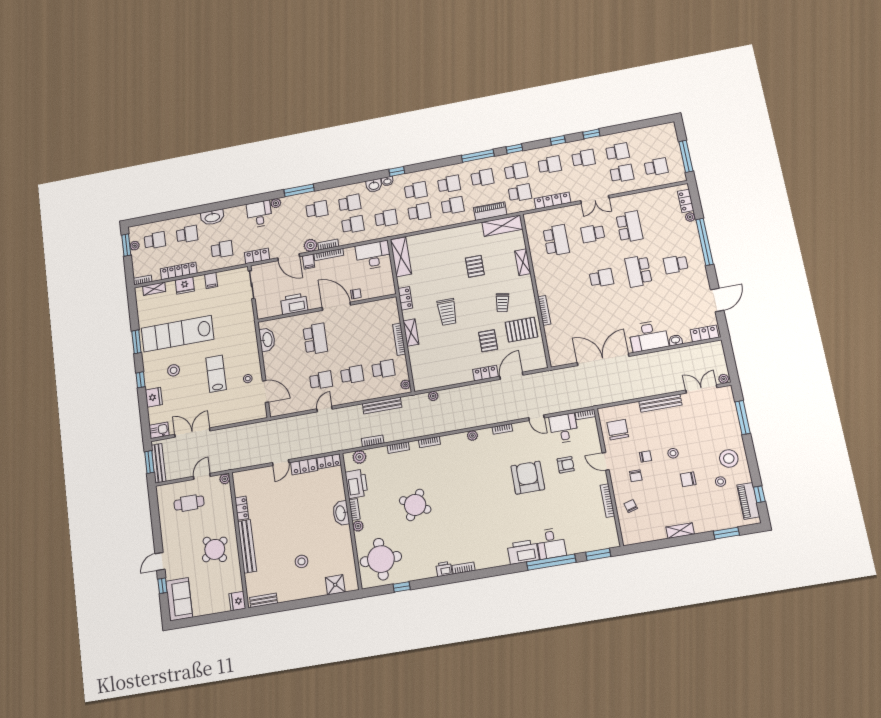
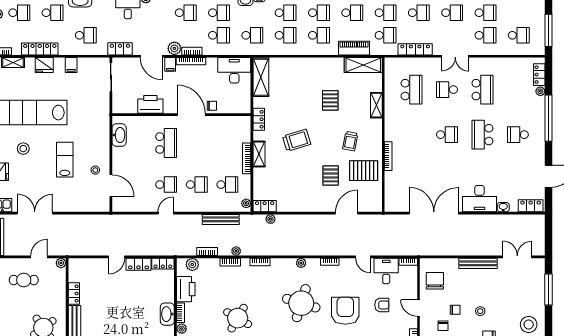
trolley: (447, 312) -> (297, 140), turned -107
locker: (485, 373) -> (265, 206), moved
plant: (724, 379) -> (236, 251), moved
round table: (480, 478) -> (301, 303), added

